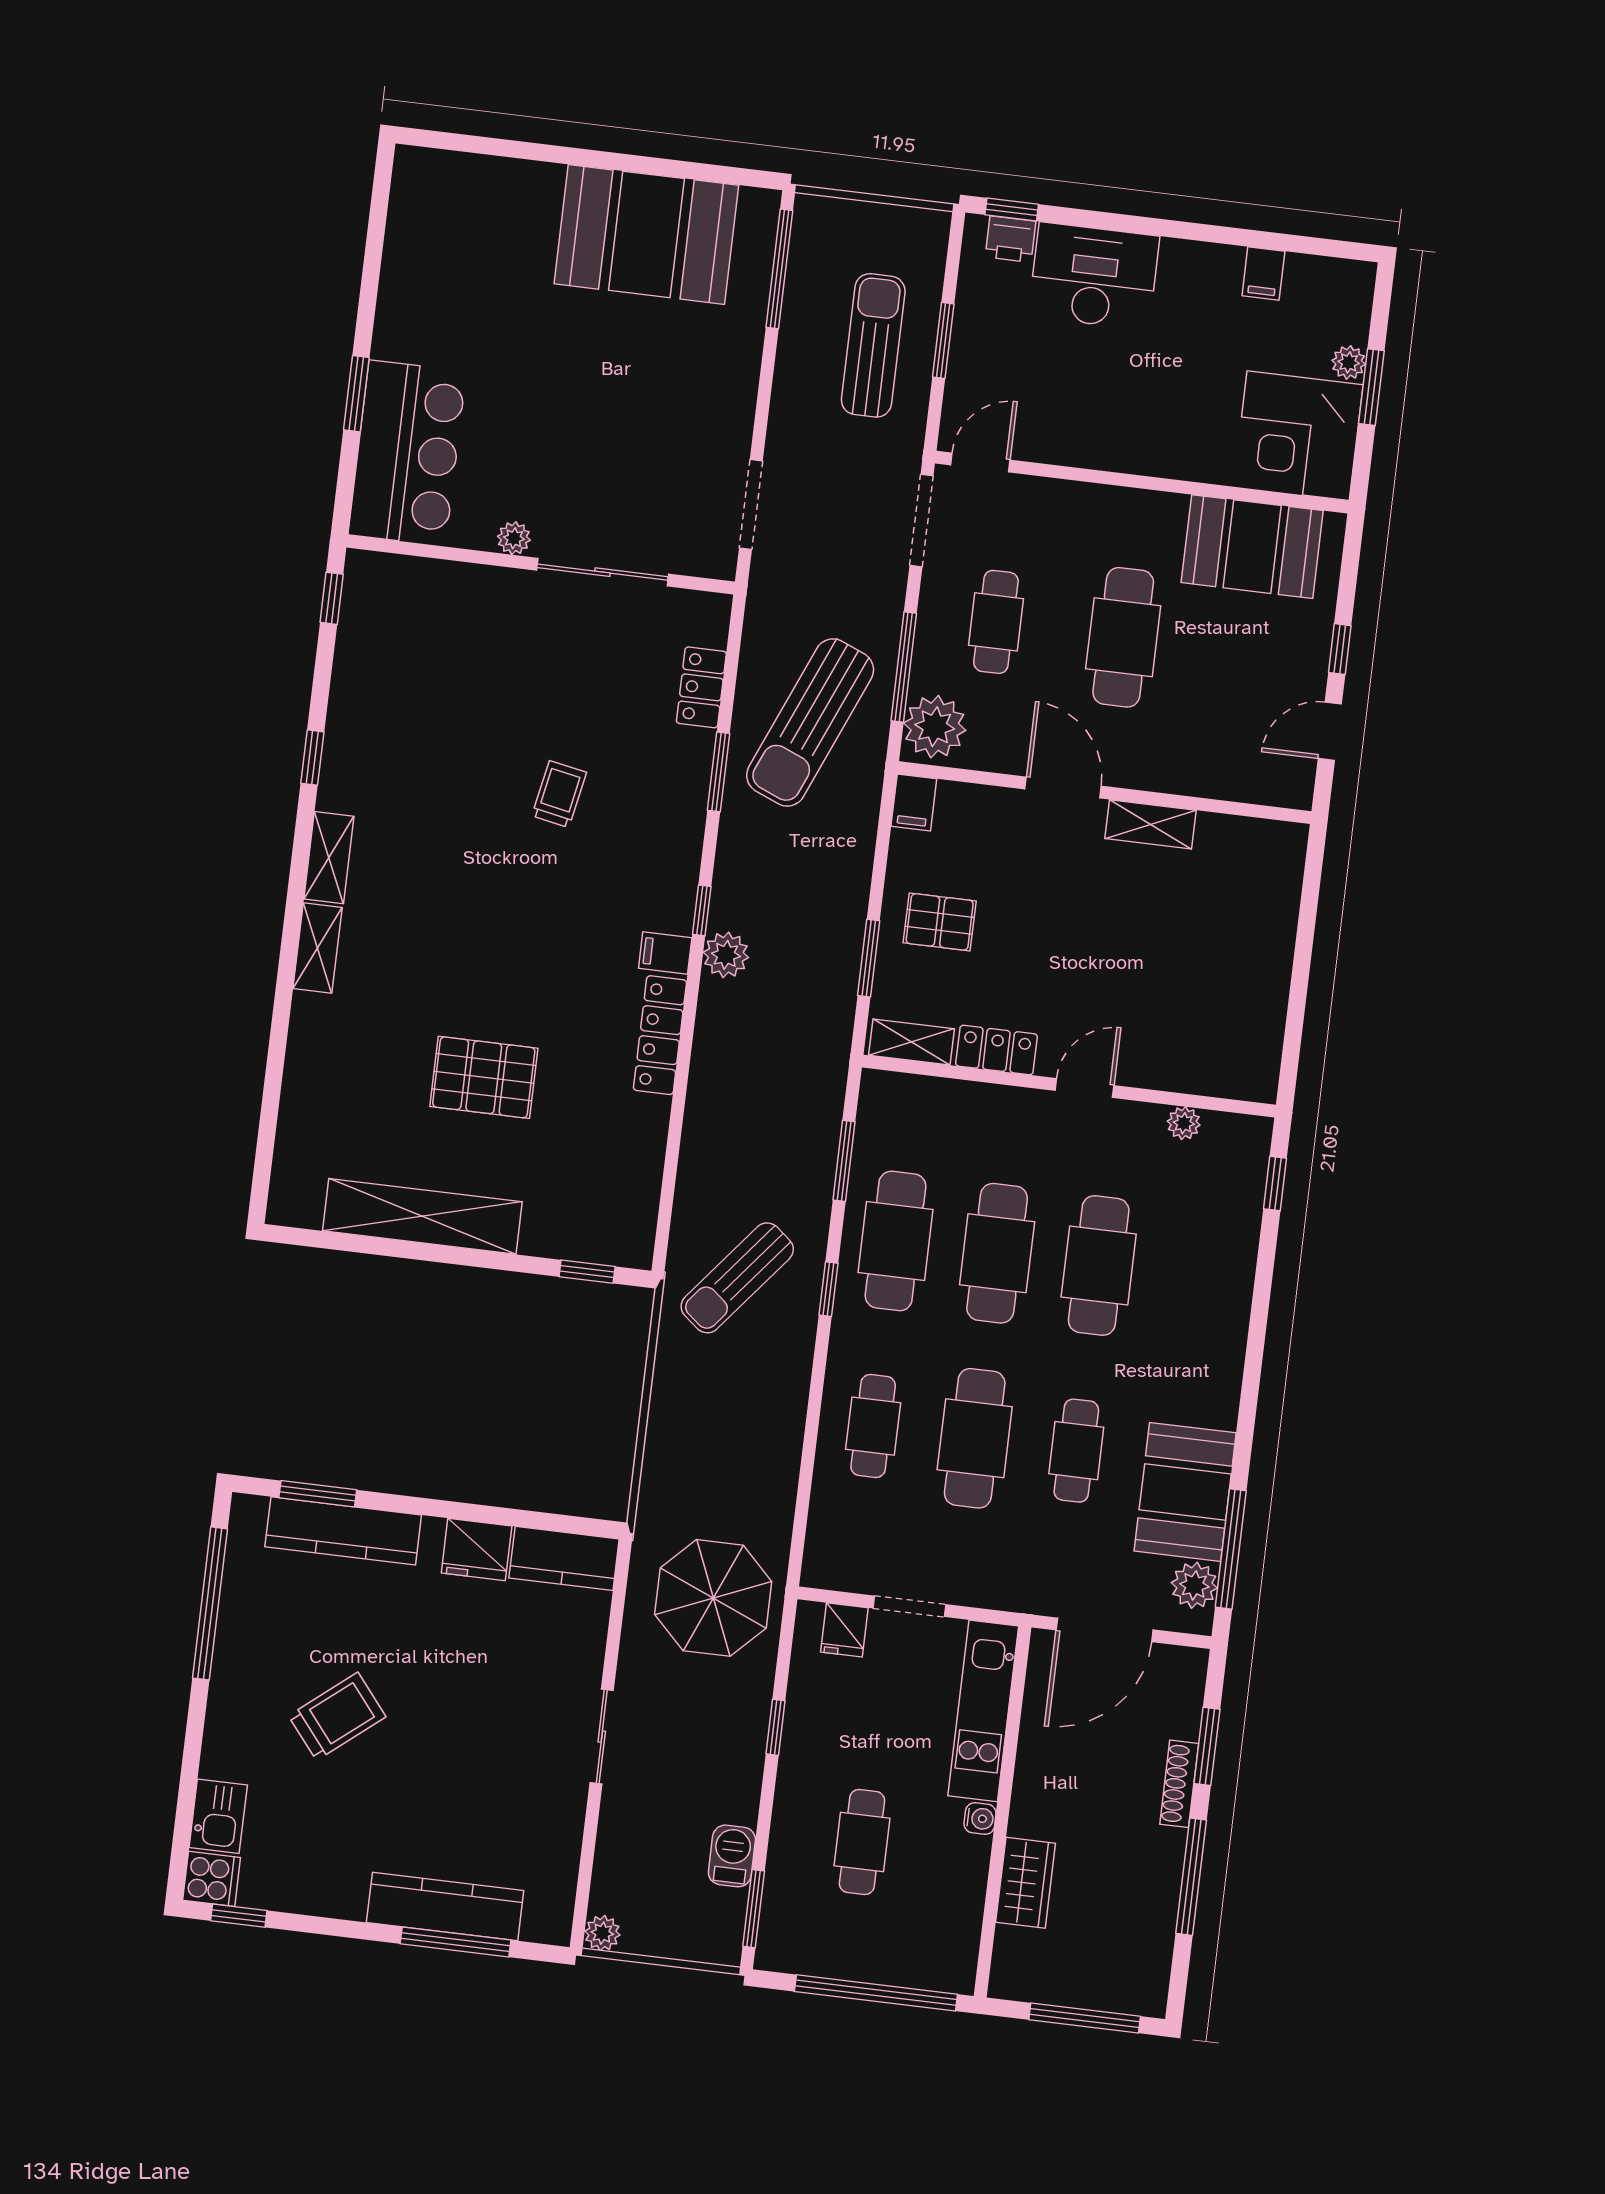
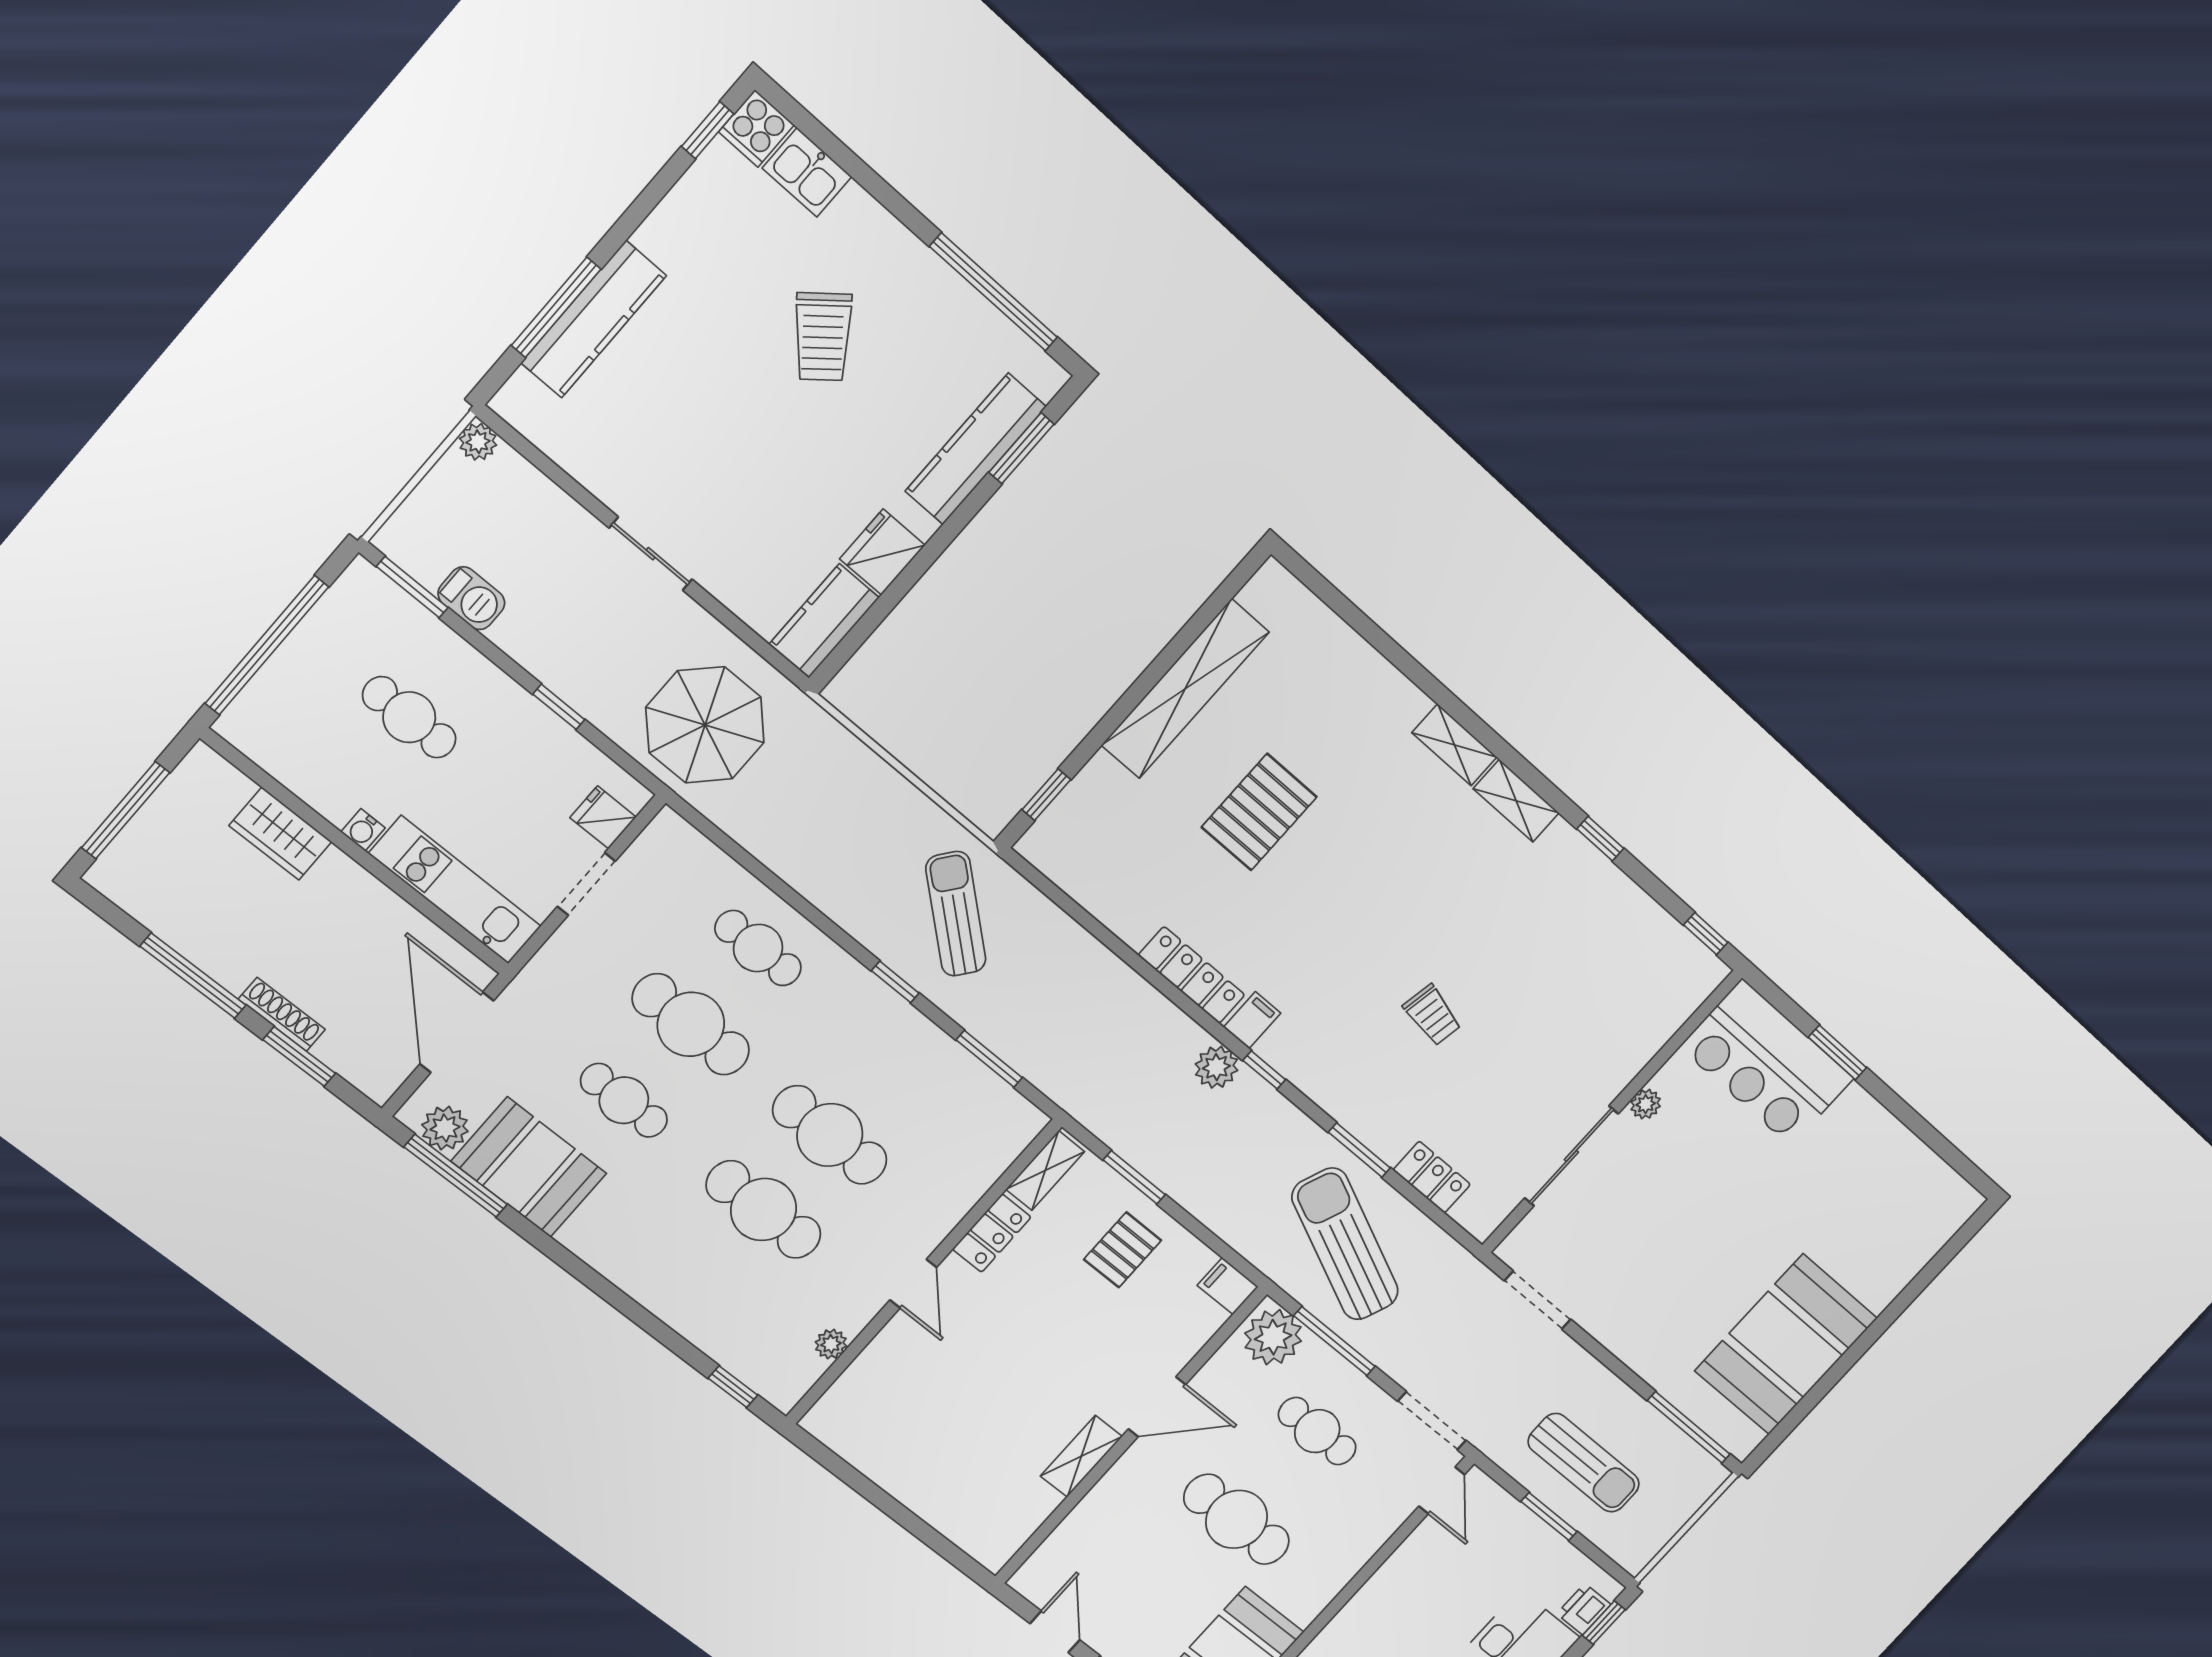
cafe table: (895, 1241) -> (896, 1060), removed

